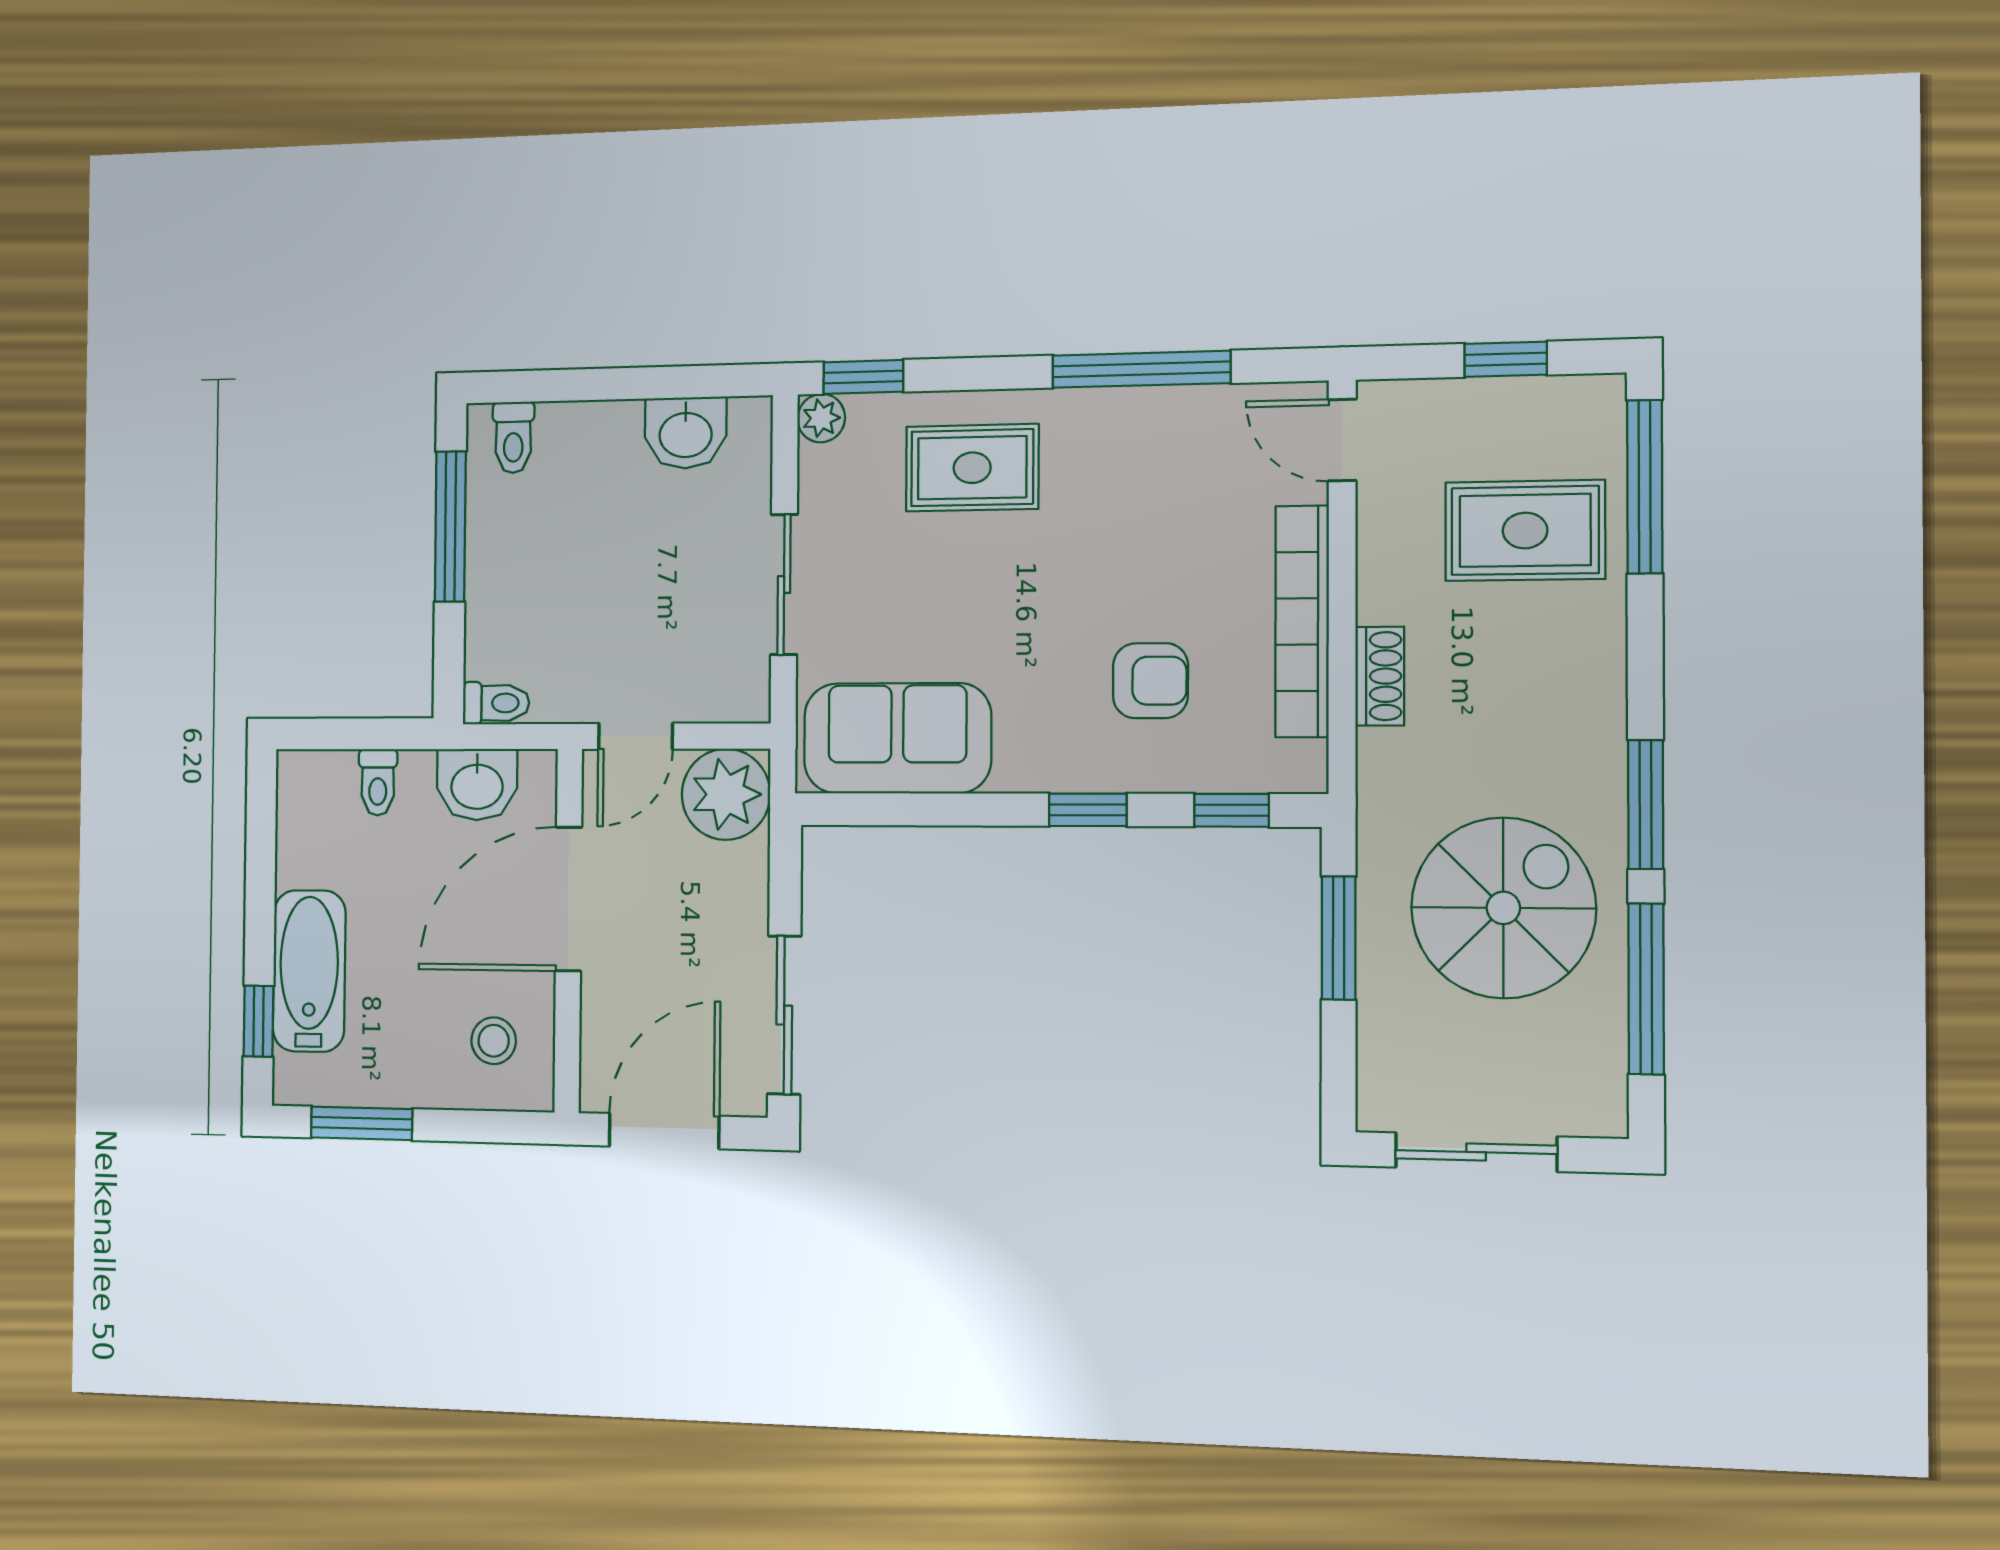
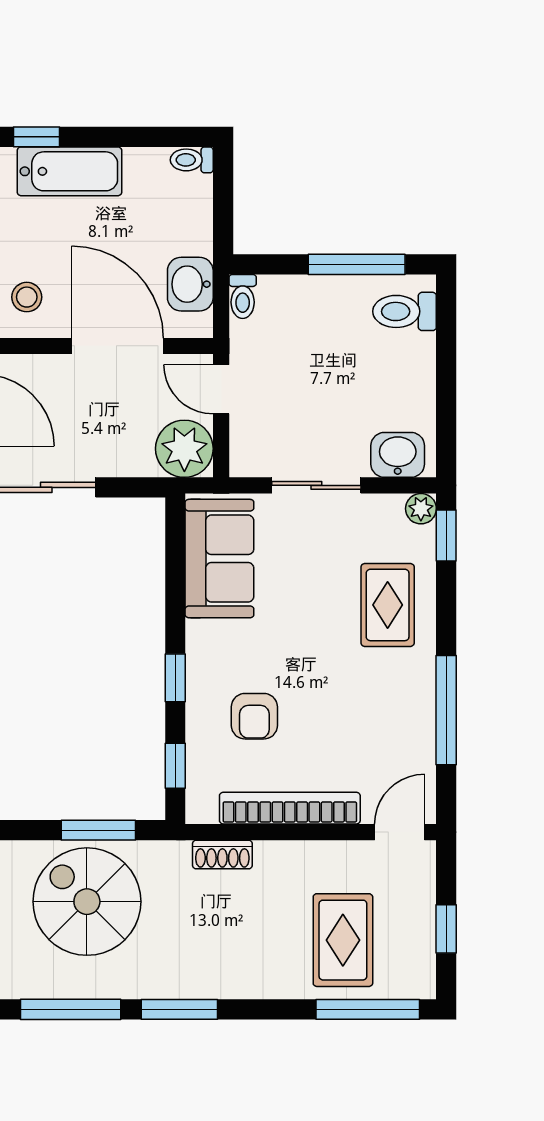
washbasin: (686, 433) -> (398, 455), moved, turned 90
toilet: (513, 437) -> (404, 311), width x1.37, depth x1.39
shoe rack: (1380, 676) -> (222, 854), moved
toilet: (378, 782) -> (192, 160), moved
spiral stairs: (1503, 908) -> (87, 902), moved, turned 180

